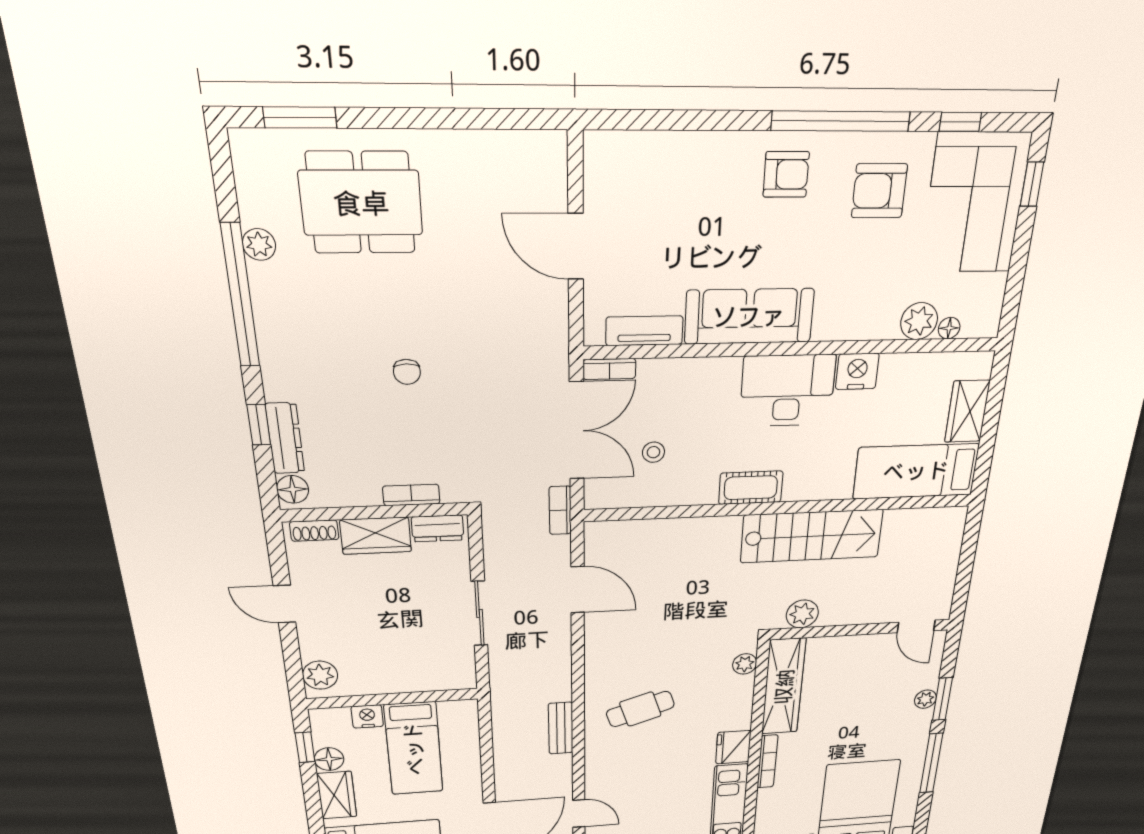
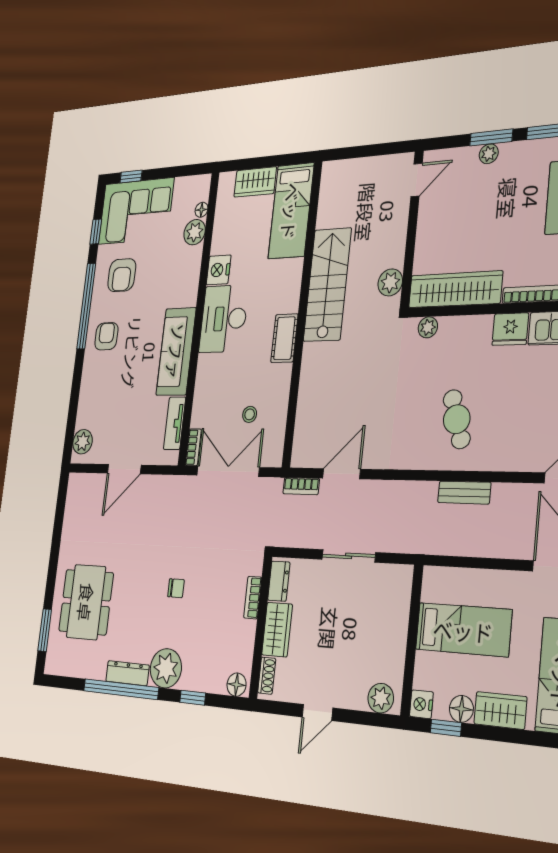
plant: (618, 151) -> (83, 442), added
plant: (259, 245) -> (166, 668), moved, width x1.87, depth x1.87
dresser: (285, 438) -> (127, 673), moved
bookcase: (560, 510) -> (301, 486), moved
nightstand: (367, 716) -> (421, 704), moved

